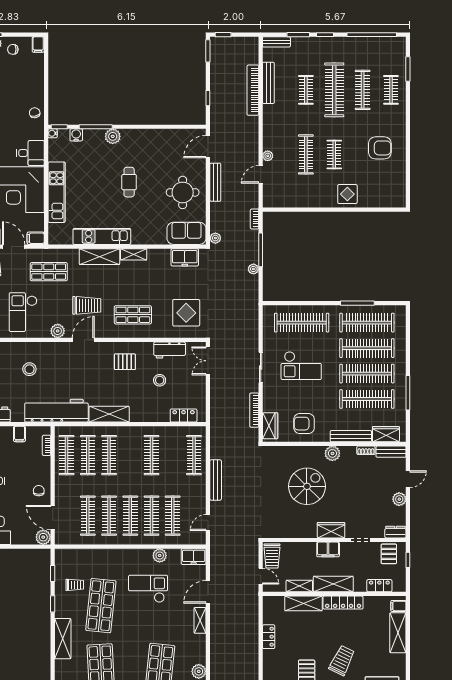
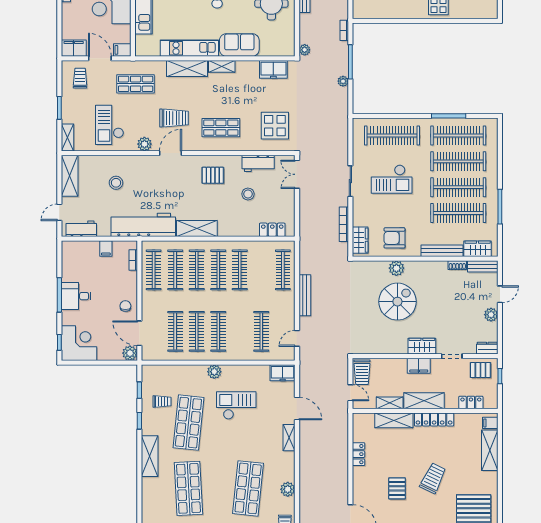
sofa: (186, 233) -> (239, 45), moved
plant: (332, 453) -> (396, 268), moved
clothes rail: (152, 516) -> (218, 270), moved
pallet: (389, 554) -> (480, 370), turned 90
plant: (160, 555) -> (214, 372), moved
door: (208, 592) -> (297, 409), swing flipped

